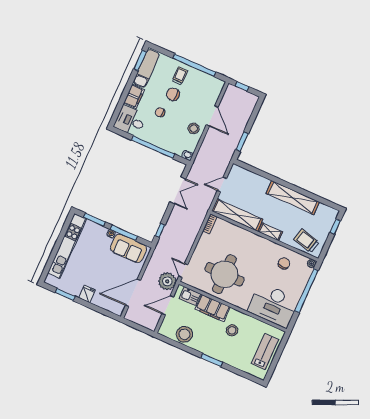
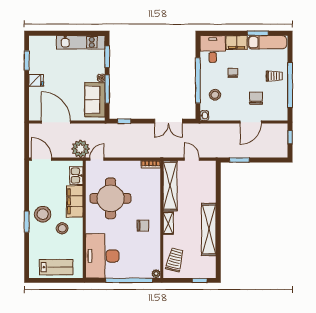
window: (140, 60) -> (258, 33), moved
chair: (173, 94) -> (256, 98), moved
stool: (194, 128) -> (215, 95), moved
kitchen unit: (67, 246) -> (81, 42), width x0.73
chair: (284, 263) -> (143, 226), moved
door: (168, 305) -> (42, 159), moved
stool: (184, 334) -> (43, 214), moved

